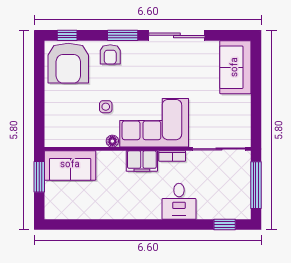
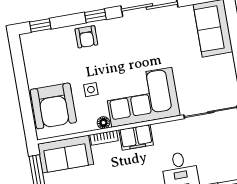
window: (123, 35) -> (95, 16), width x0.67
armchair: (68, 63) -> (53, 106), moved
bookcase: (172, 156) -> (104, 138), moved

